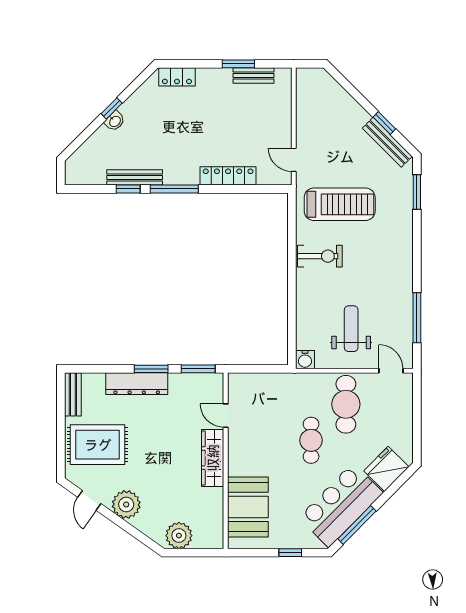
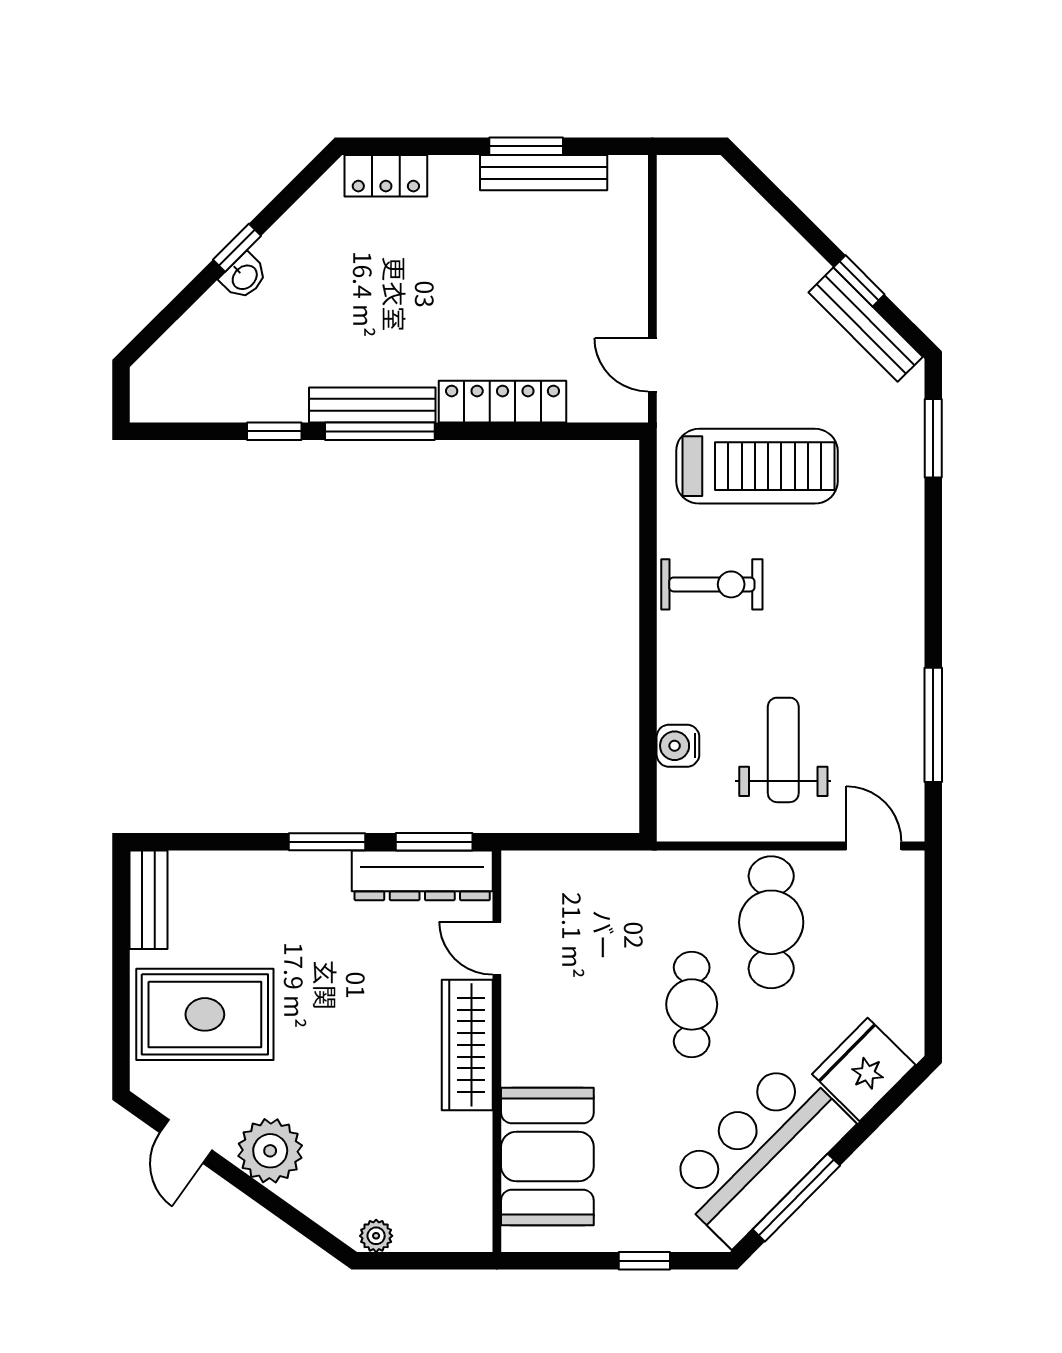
bench: (254, 76) -> (544, 173), width x1.36
bench: (135, 177) -> (372, 405), moved
water cooler: (305, 360) -> (678, 746), moved, turned 90
dresser: (137, 384) -> (422, 875), moved
plant: (179, 536) -> (376, 1236), width x0.53, depth x0.53

